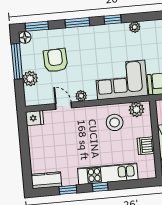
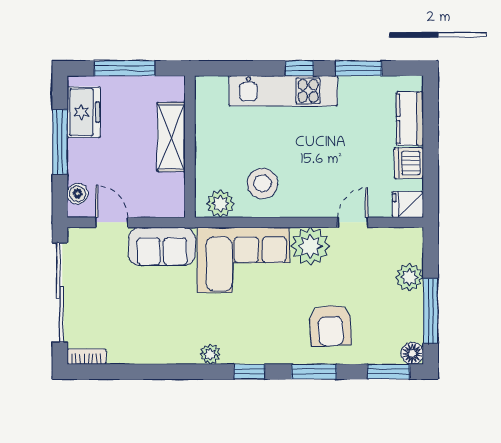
armchair: (55, 60) -> (330, 326), moved
plant: (81, 96) -> (310, 246), width x1.87, depth x1.87
door: (64, 106) -> (353, 222), swing flipped
dishwasher: (146, 146) -> (409, 163), moved, turned 180
kitchen counter: (46, 180) -> (410, 119), moved, turned 90
window: (68, 190) -> (358, 68), width x1.50

